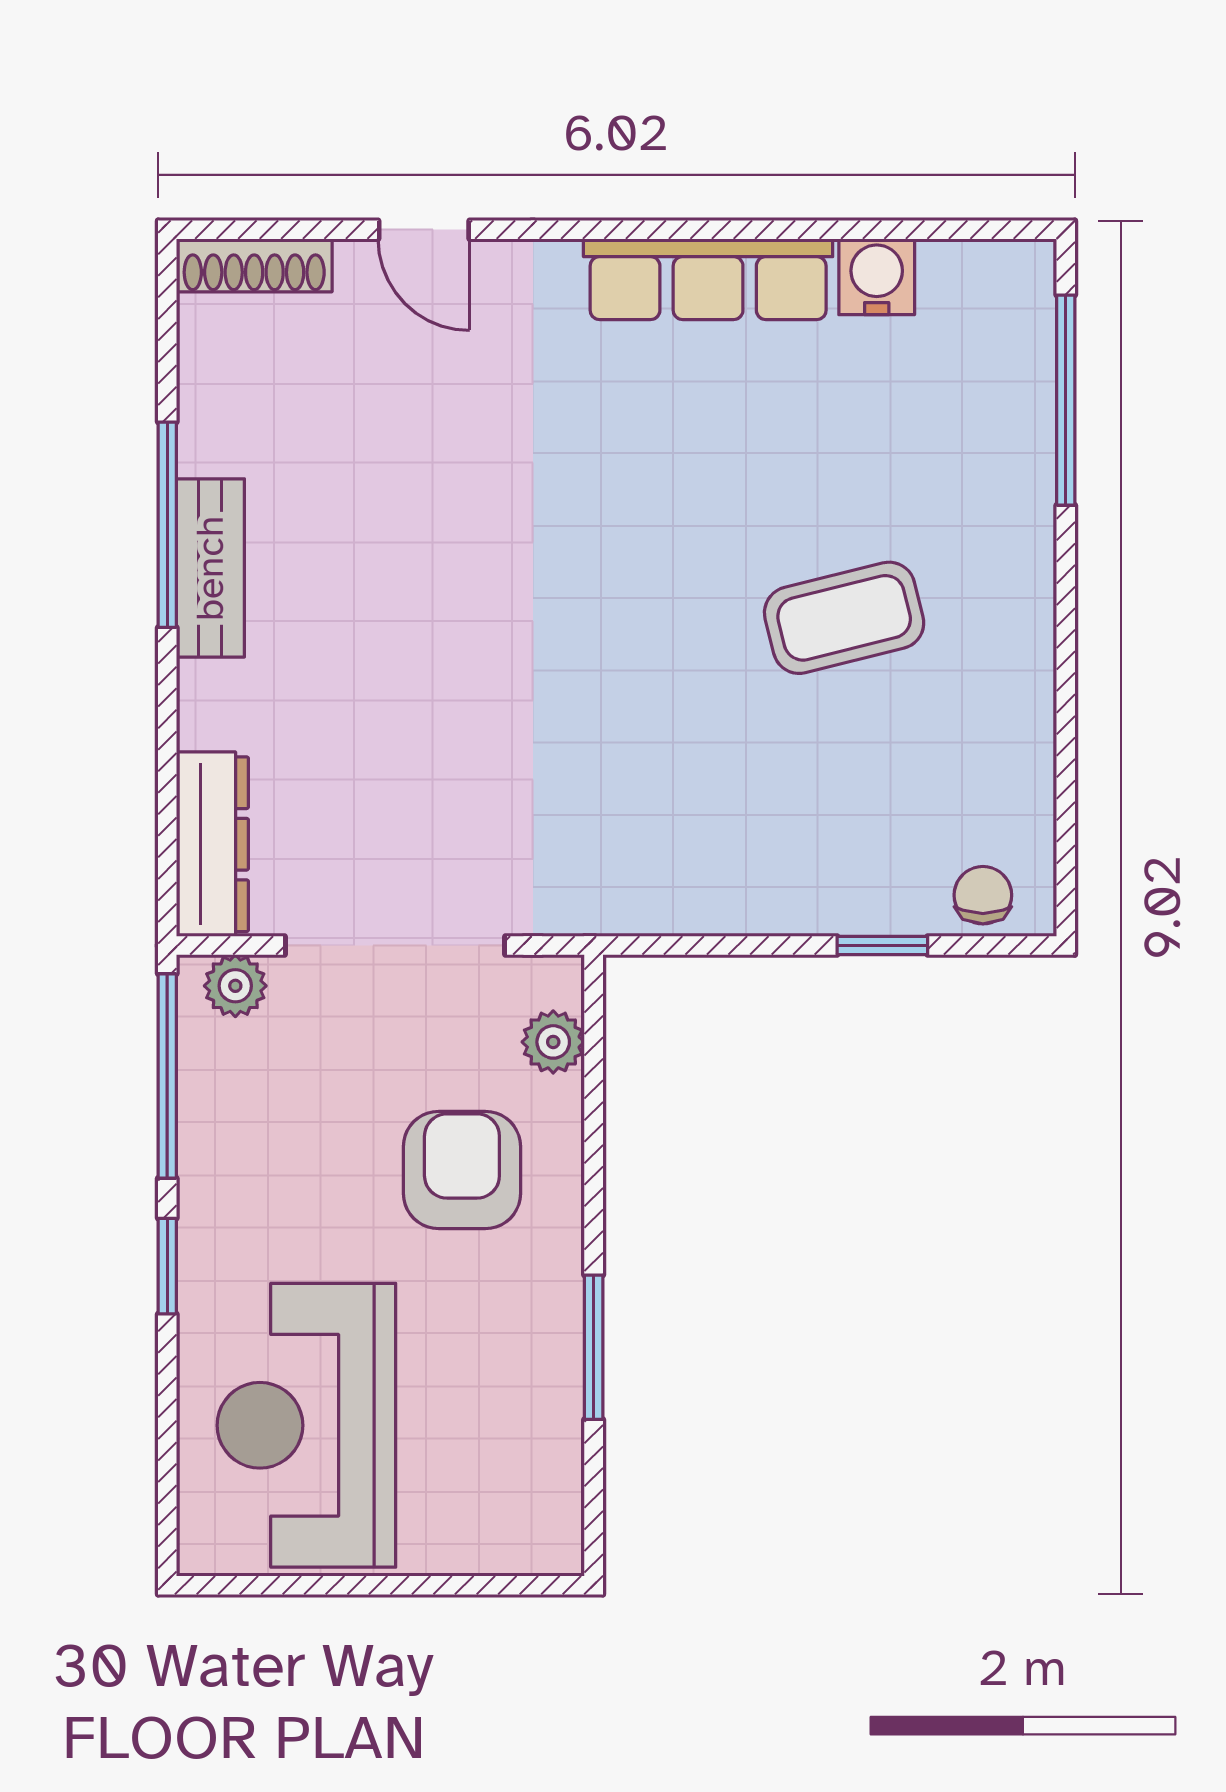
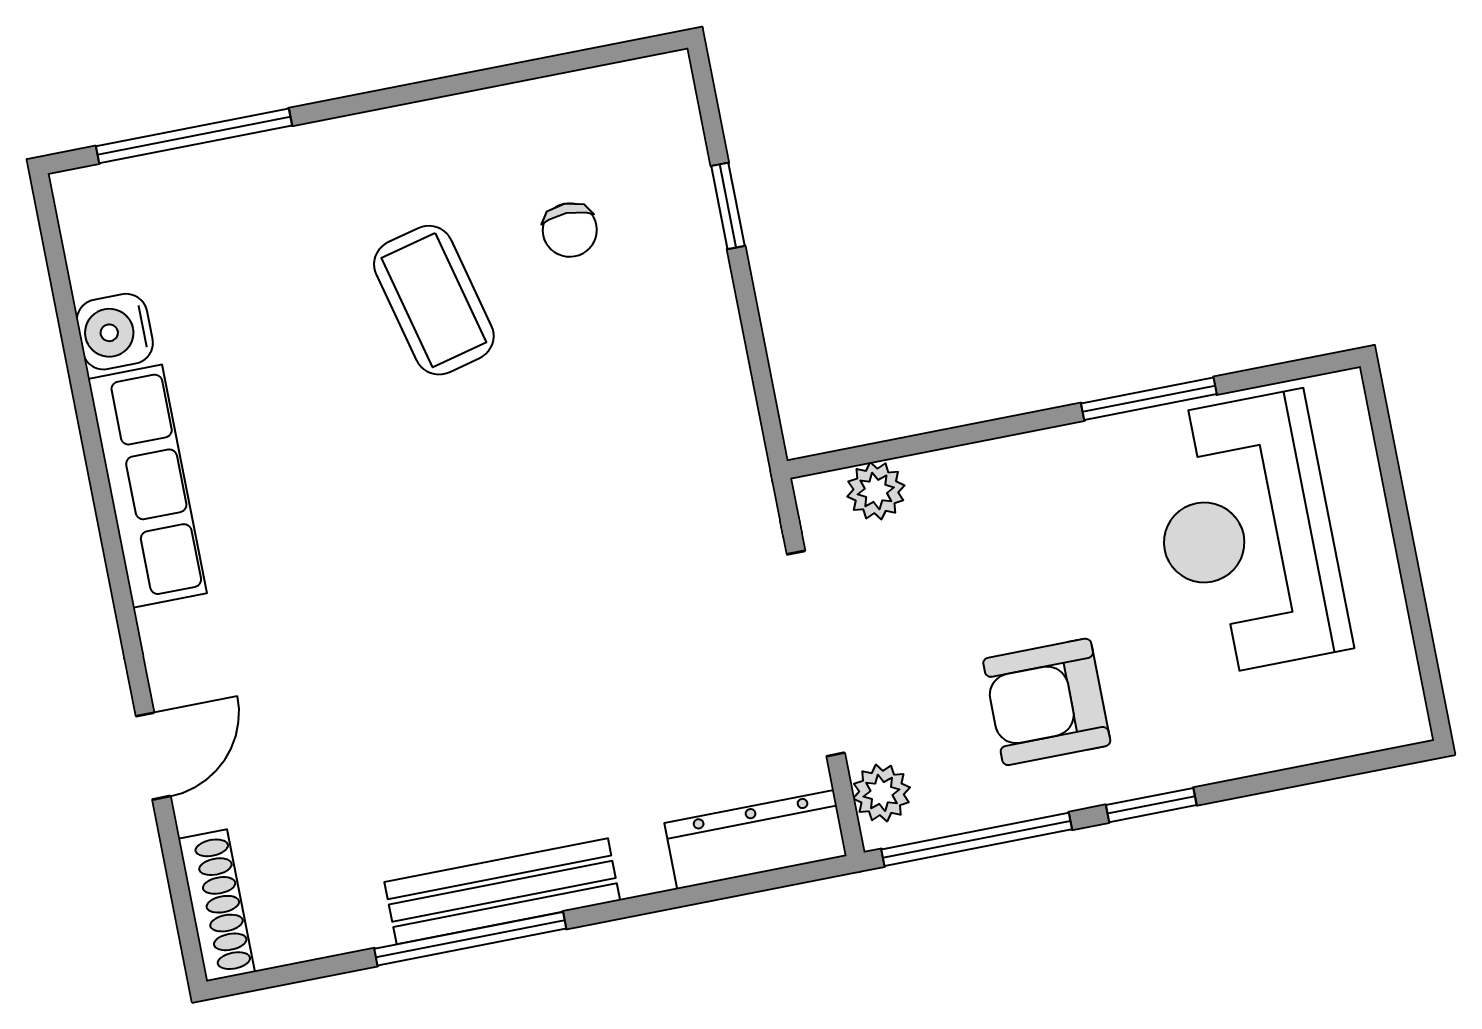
bench: (210, 568) -> (502, 891), width x1.36
chair: (983, 895) -> (570, 230), moved, turned -90
armchair: (462, 1170) -> (1047, 702), moved
reception desk: (306, 1425) -> (1247, 534), moved, turned 90

